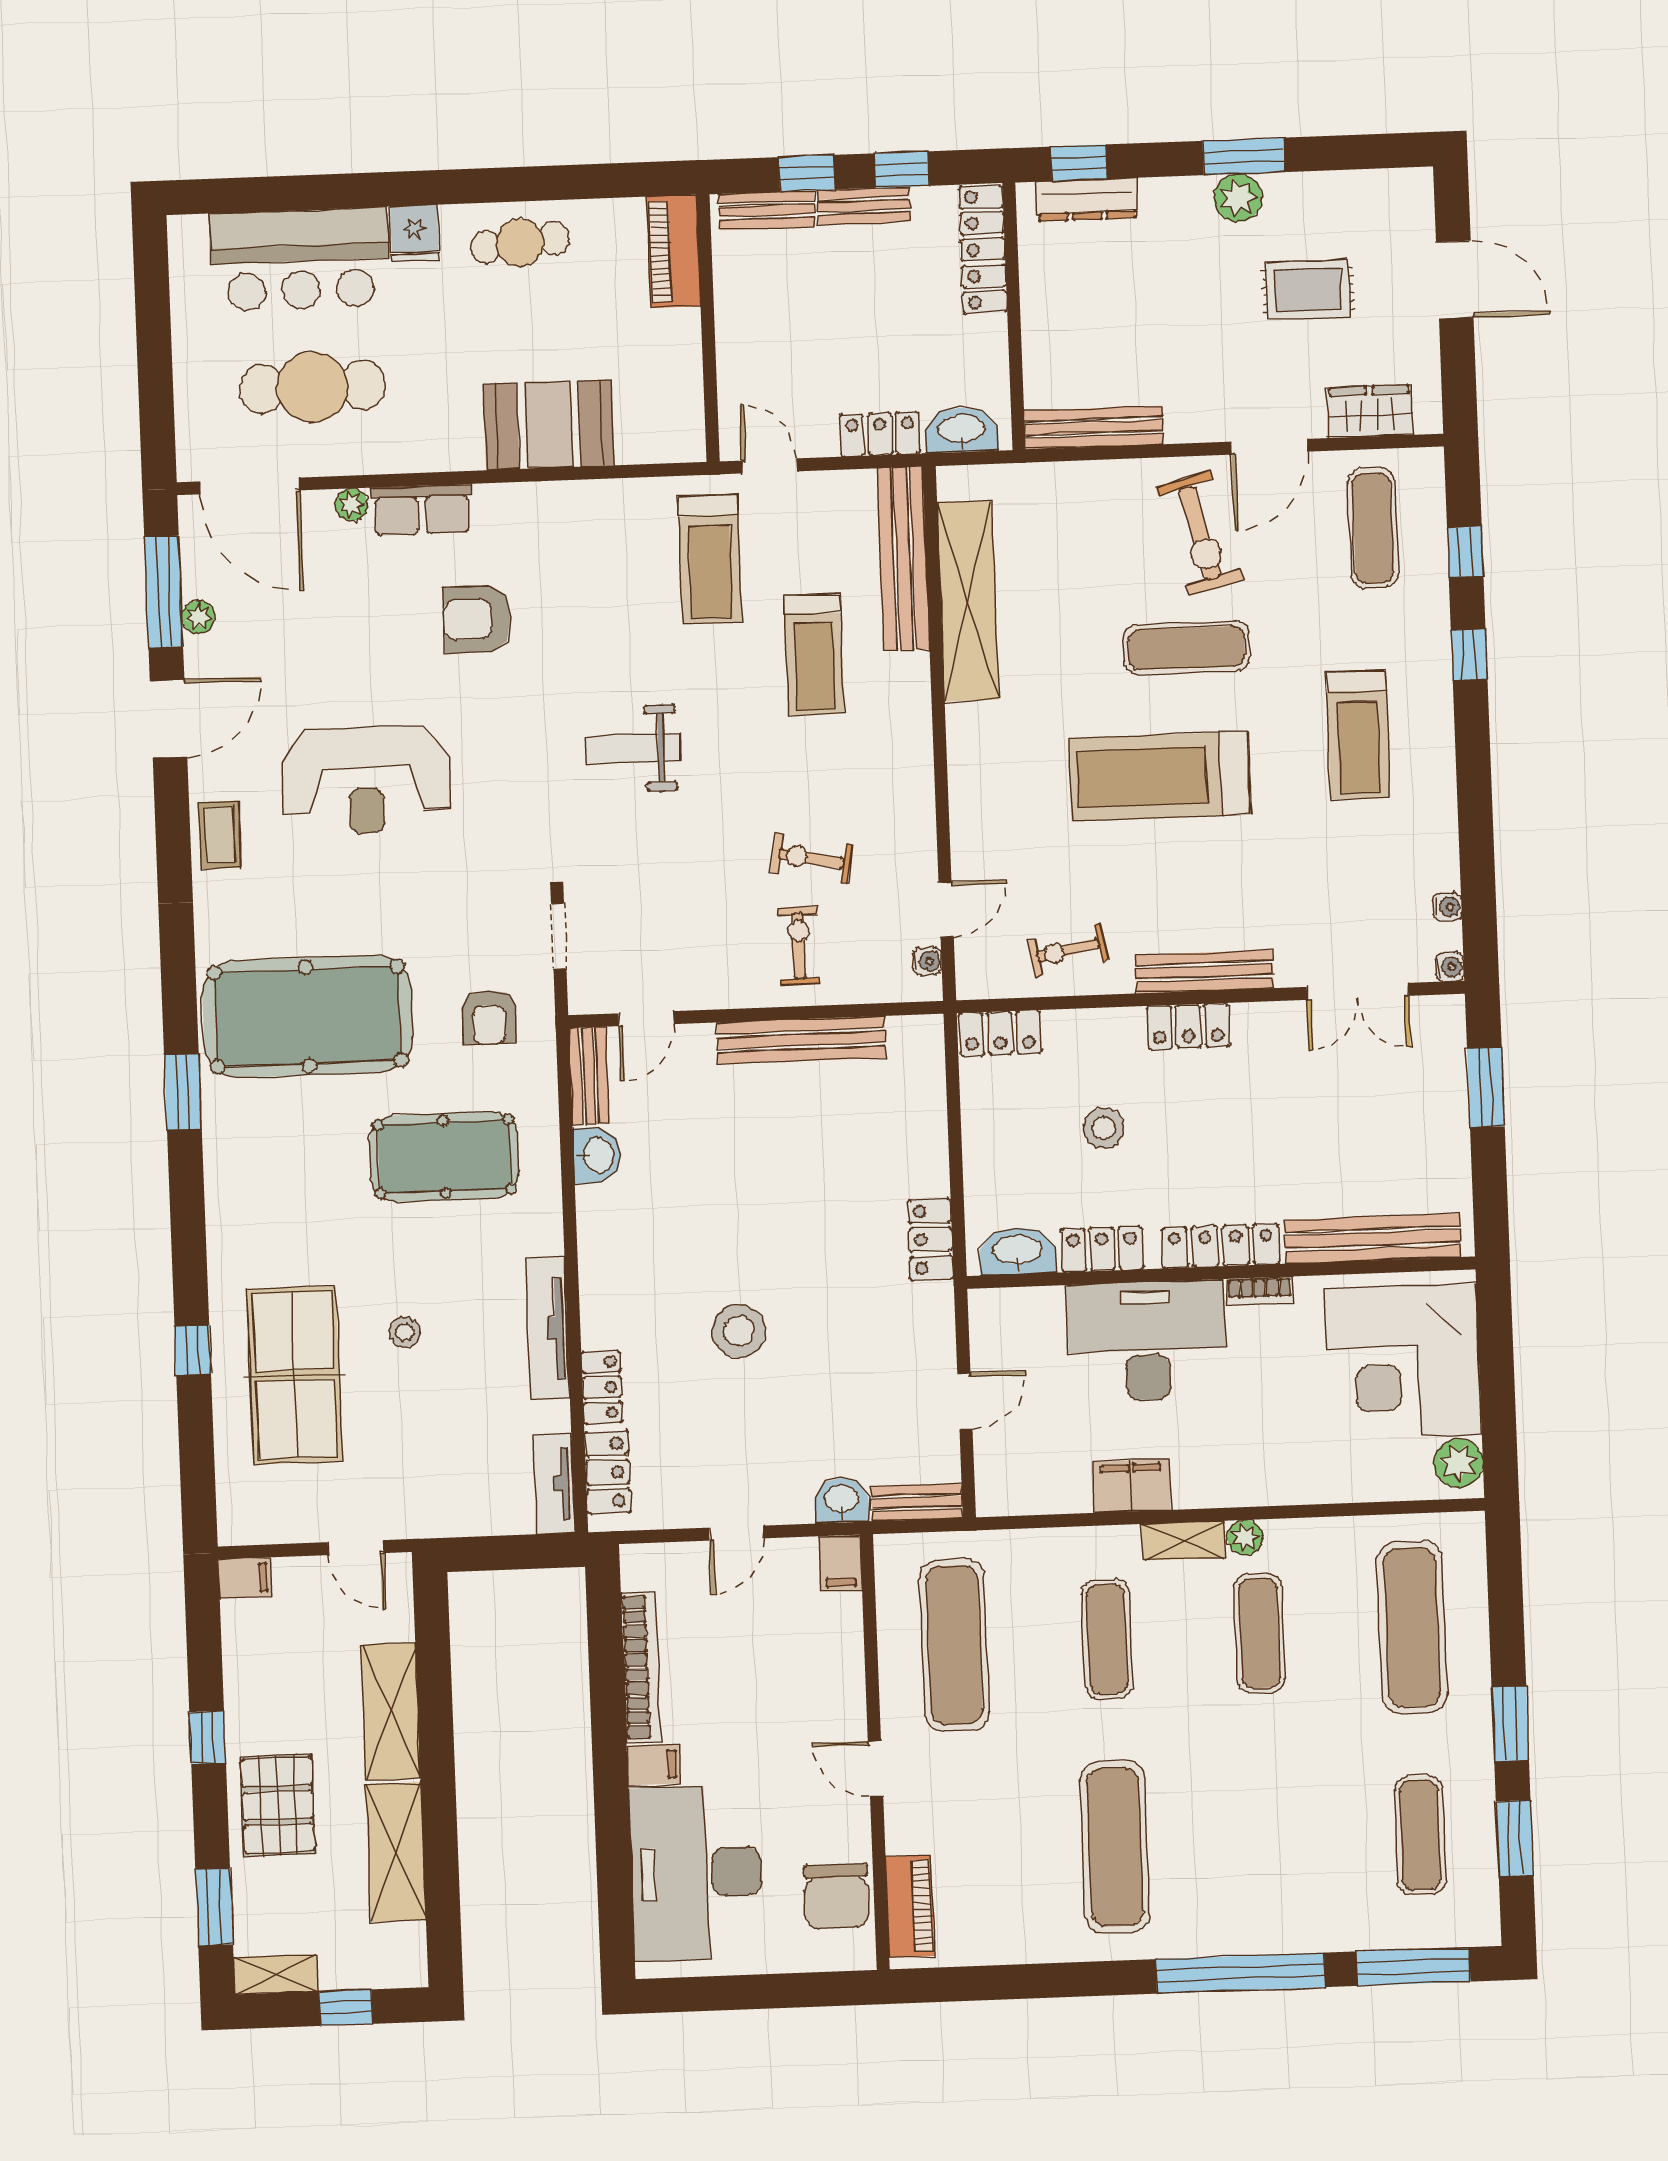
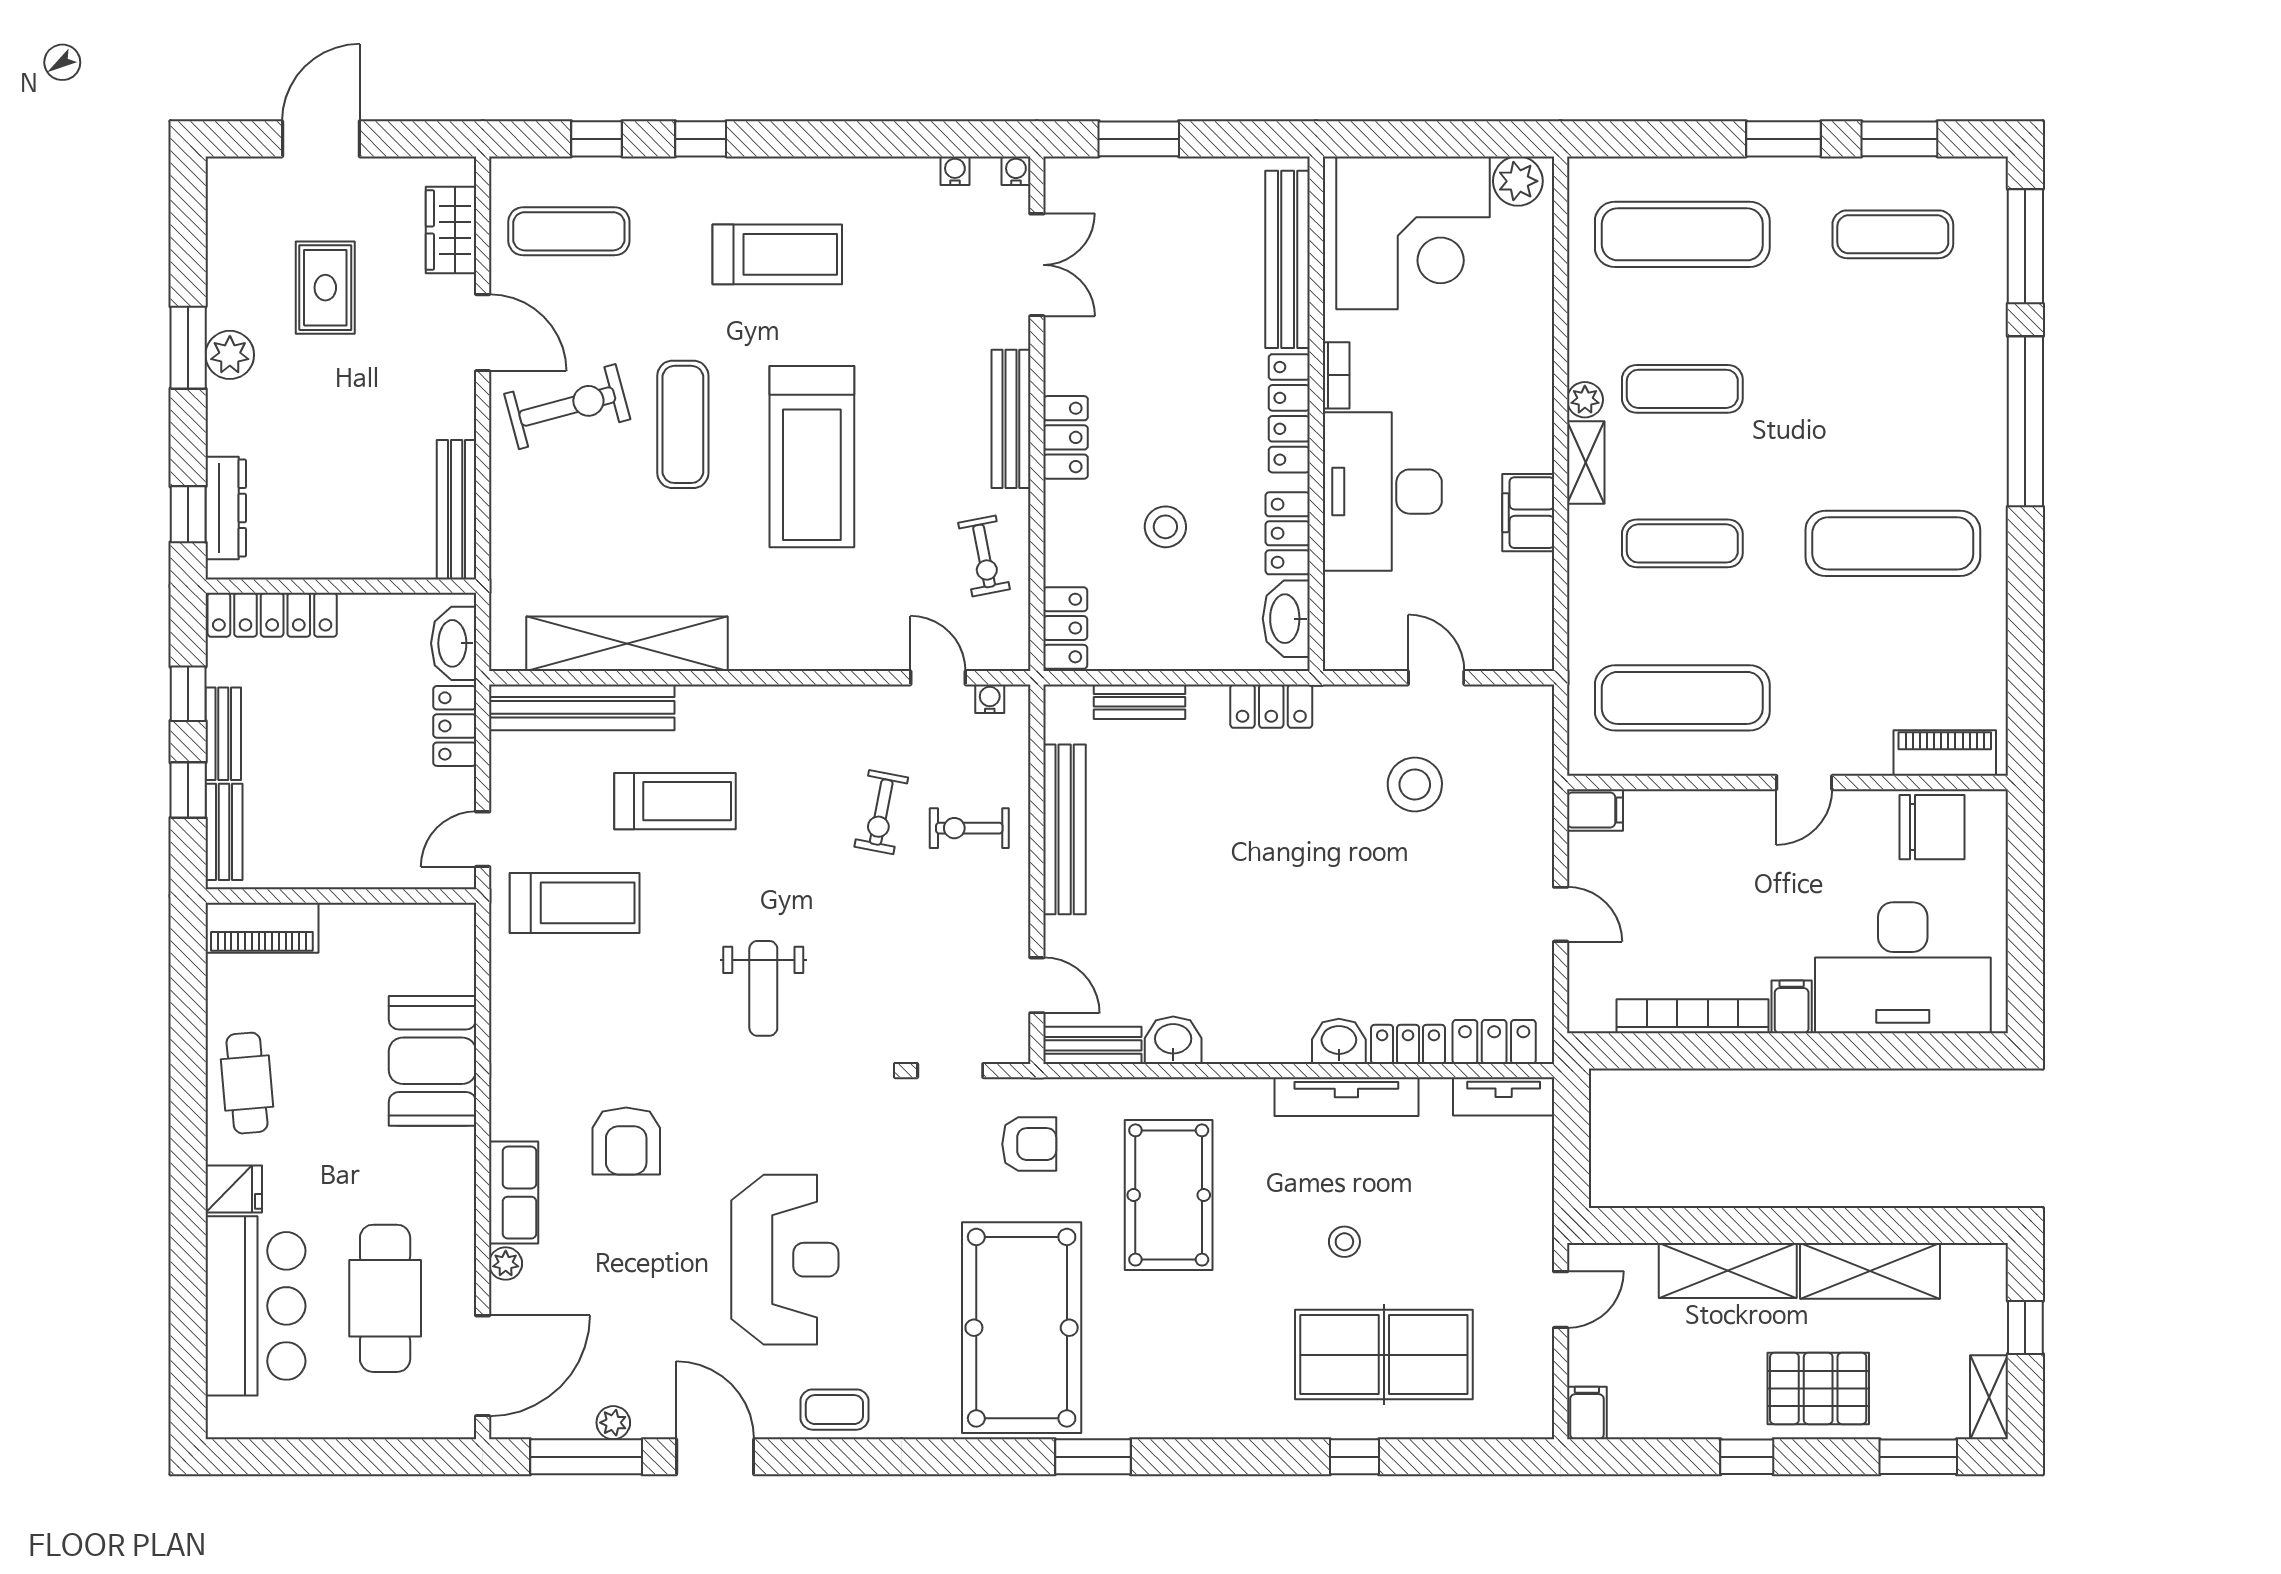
stool: (739, 1331) -> (1415, 785), moved
washbasin: (842, 1500) -> (1339, 1041), moved, turned 90
bench: (917, 1502) -> (1140, 702), moved, turned 90

